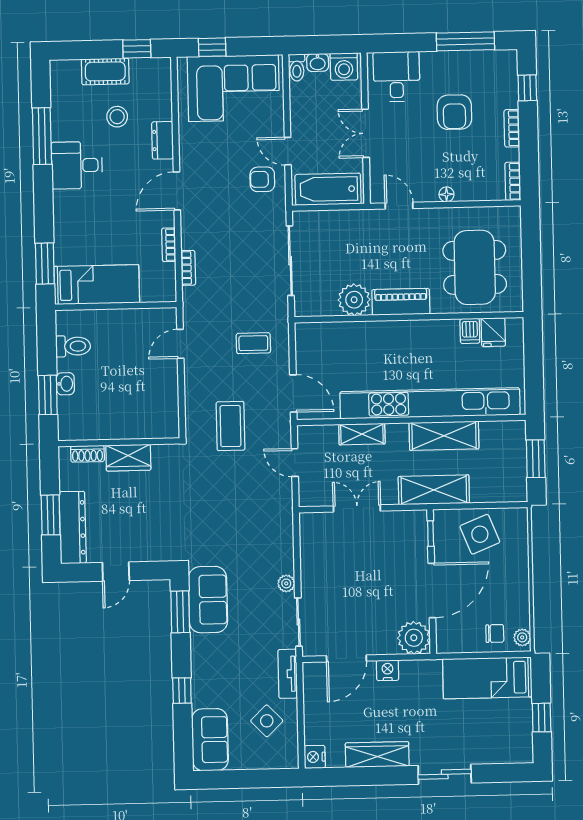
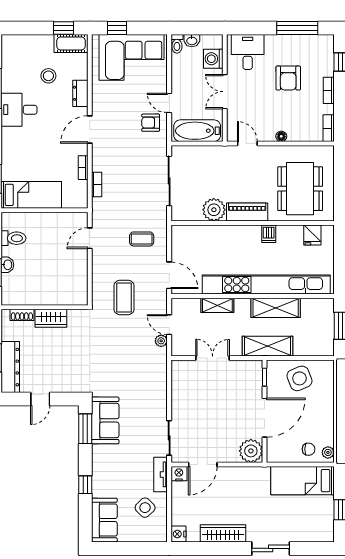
washing machine: (344, 67) -> (213, 59), moved, turned 90
cot: (105, 71) -> (71, 43), moved
dishwasher: (470, 331) -> (269, 234), moved
plant: (286, 583) -> (161, 341), moved
nightstand: (388, 670) -> (179, 474), moved

